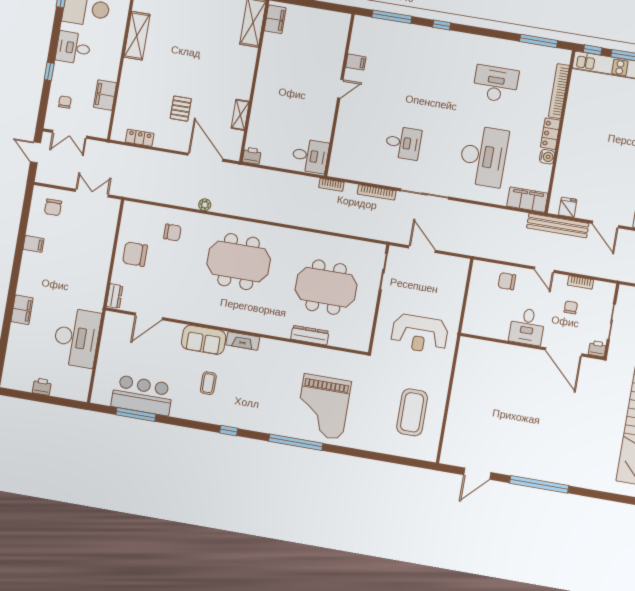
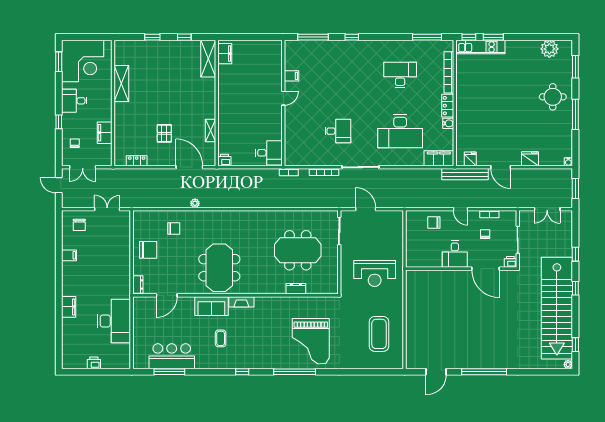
desk: (483, 156) -> (400, 131), turned 90
chair: (135, 254) -> (148, 250), turned 180
meeting table: (239, 262) -> (219, 268), moved, turned 90
dresser: (310, 335) -> (296, 289), width x0.70

